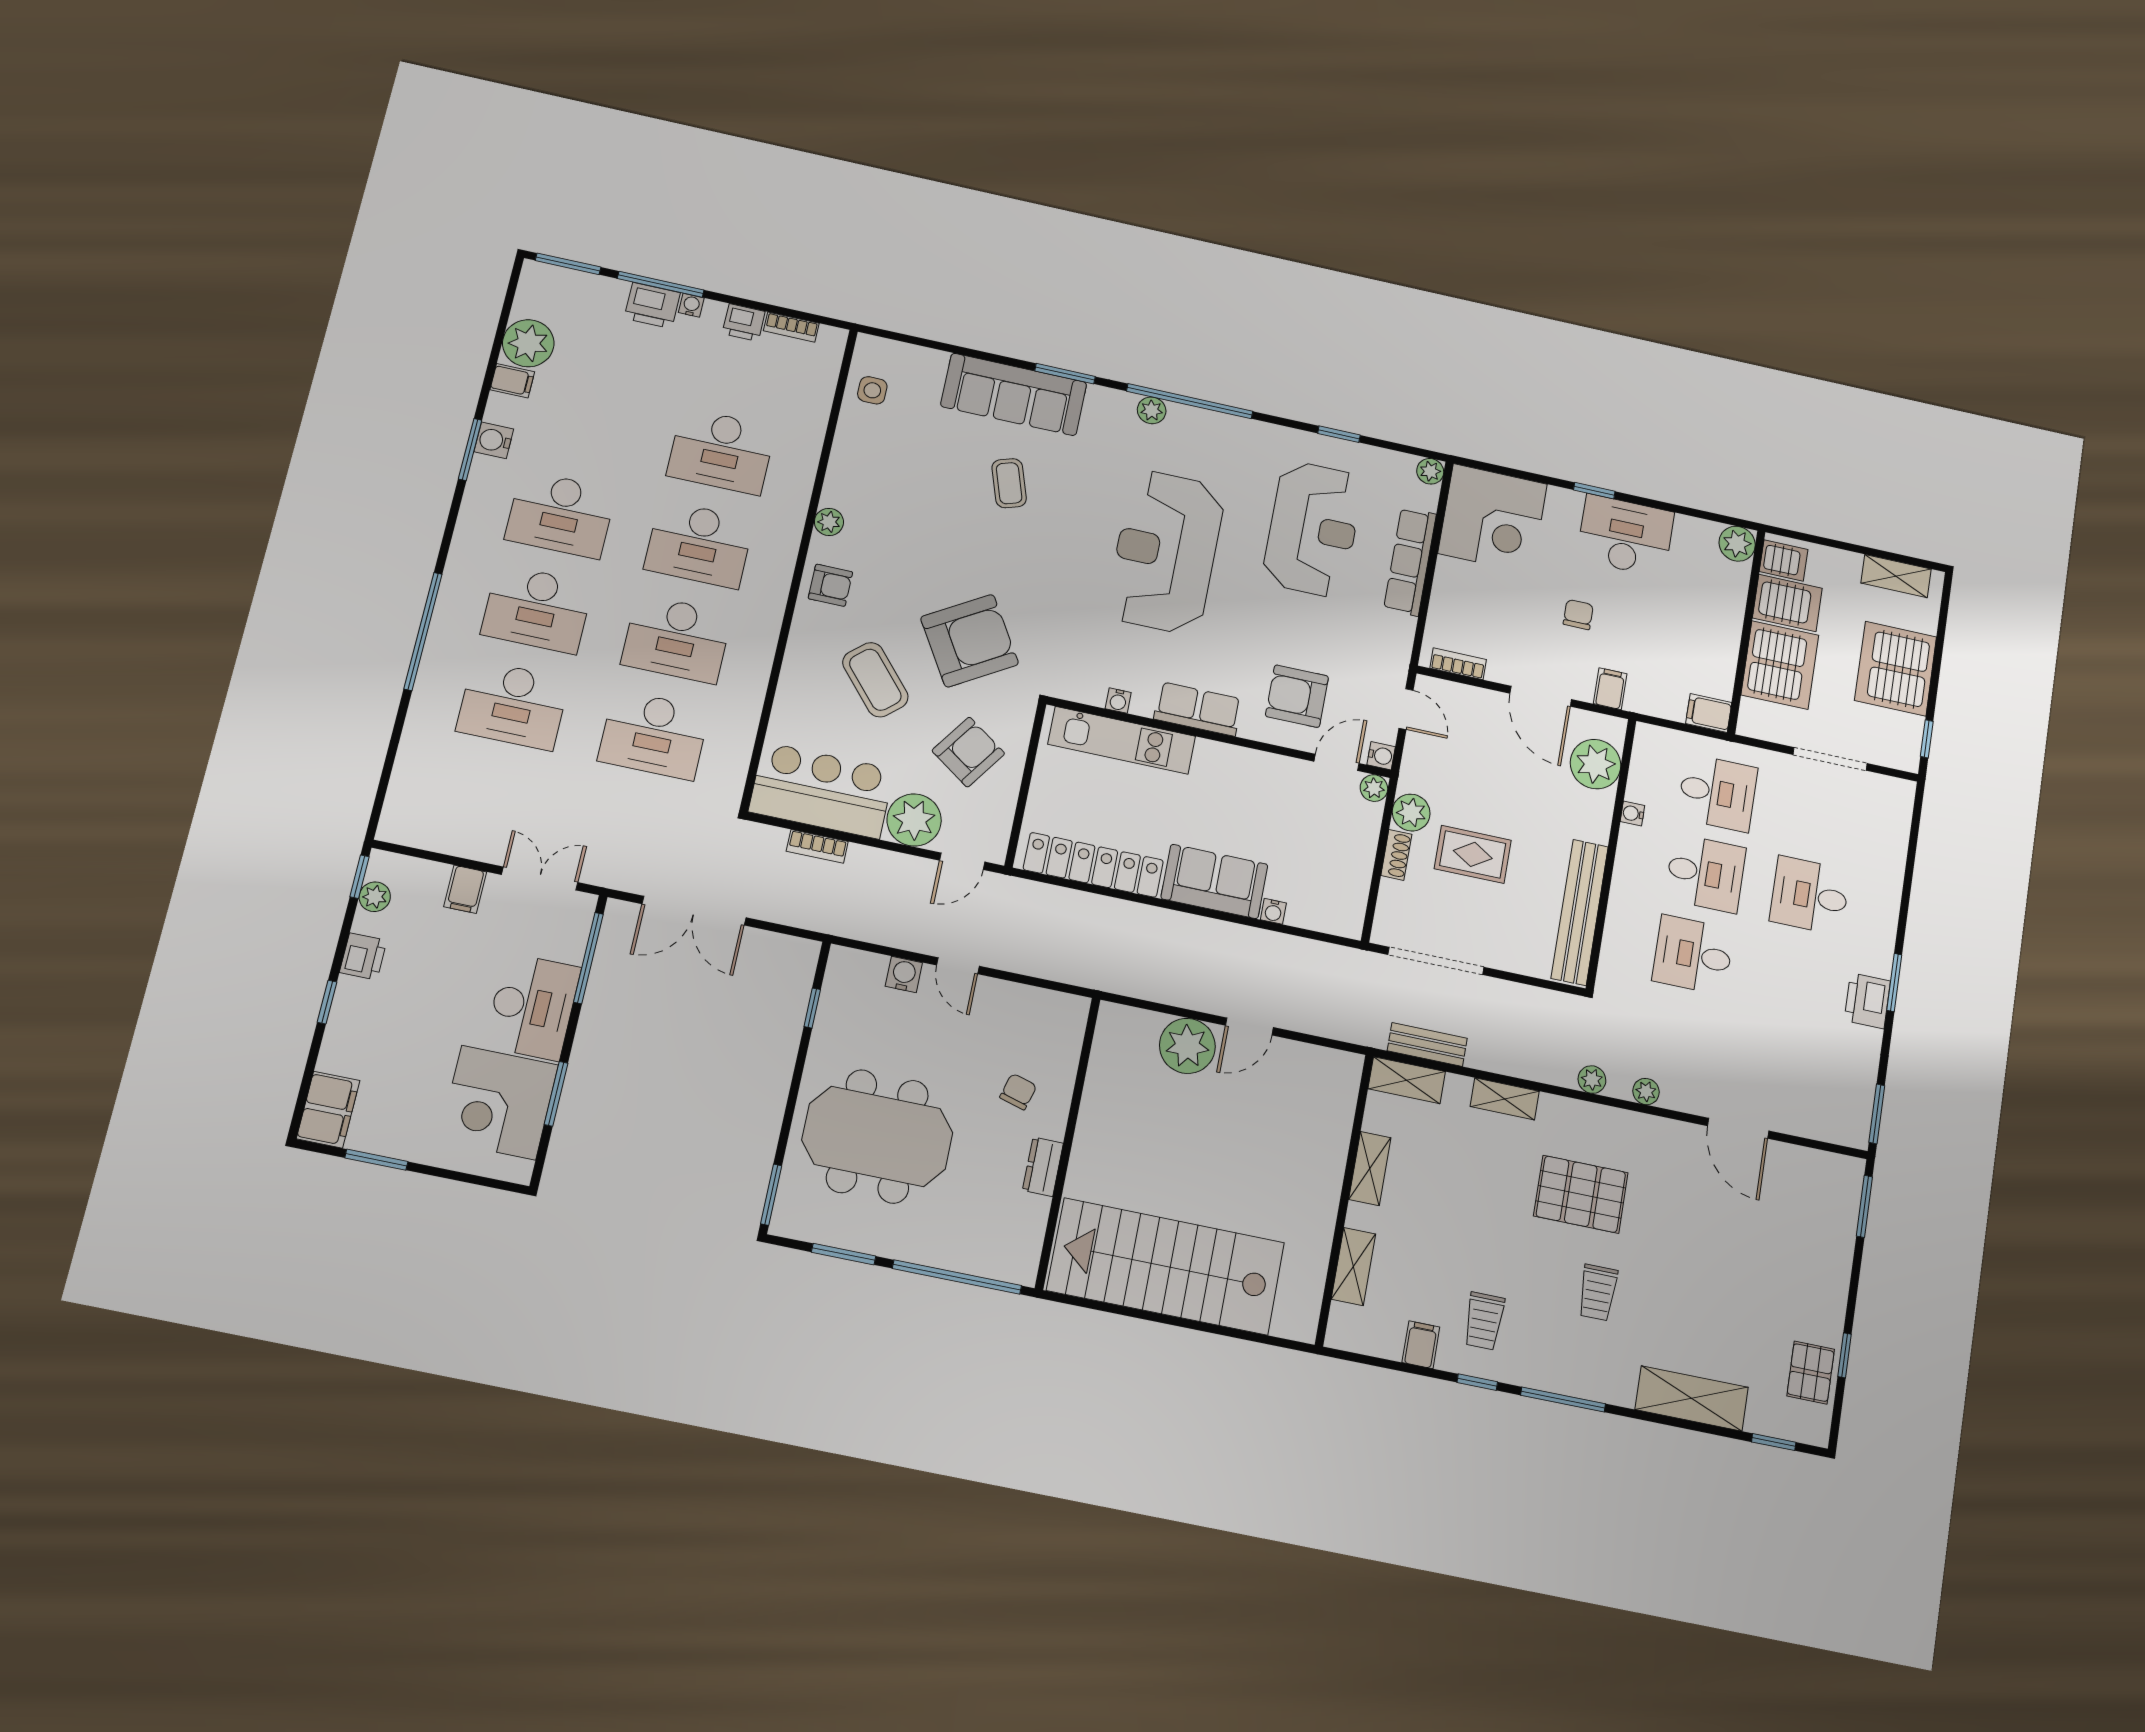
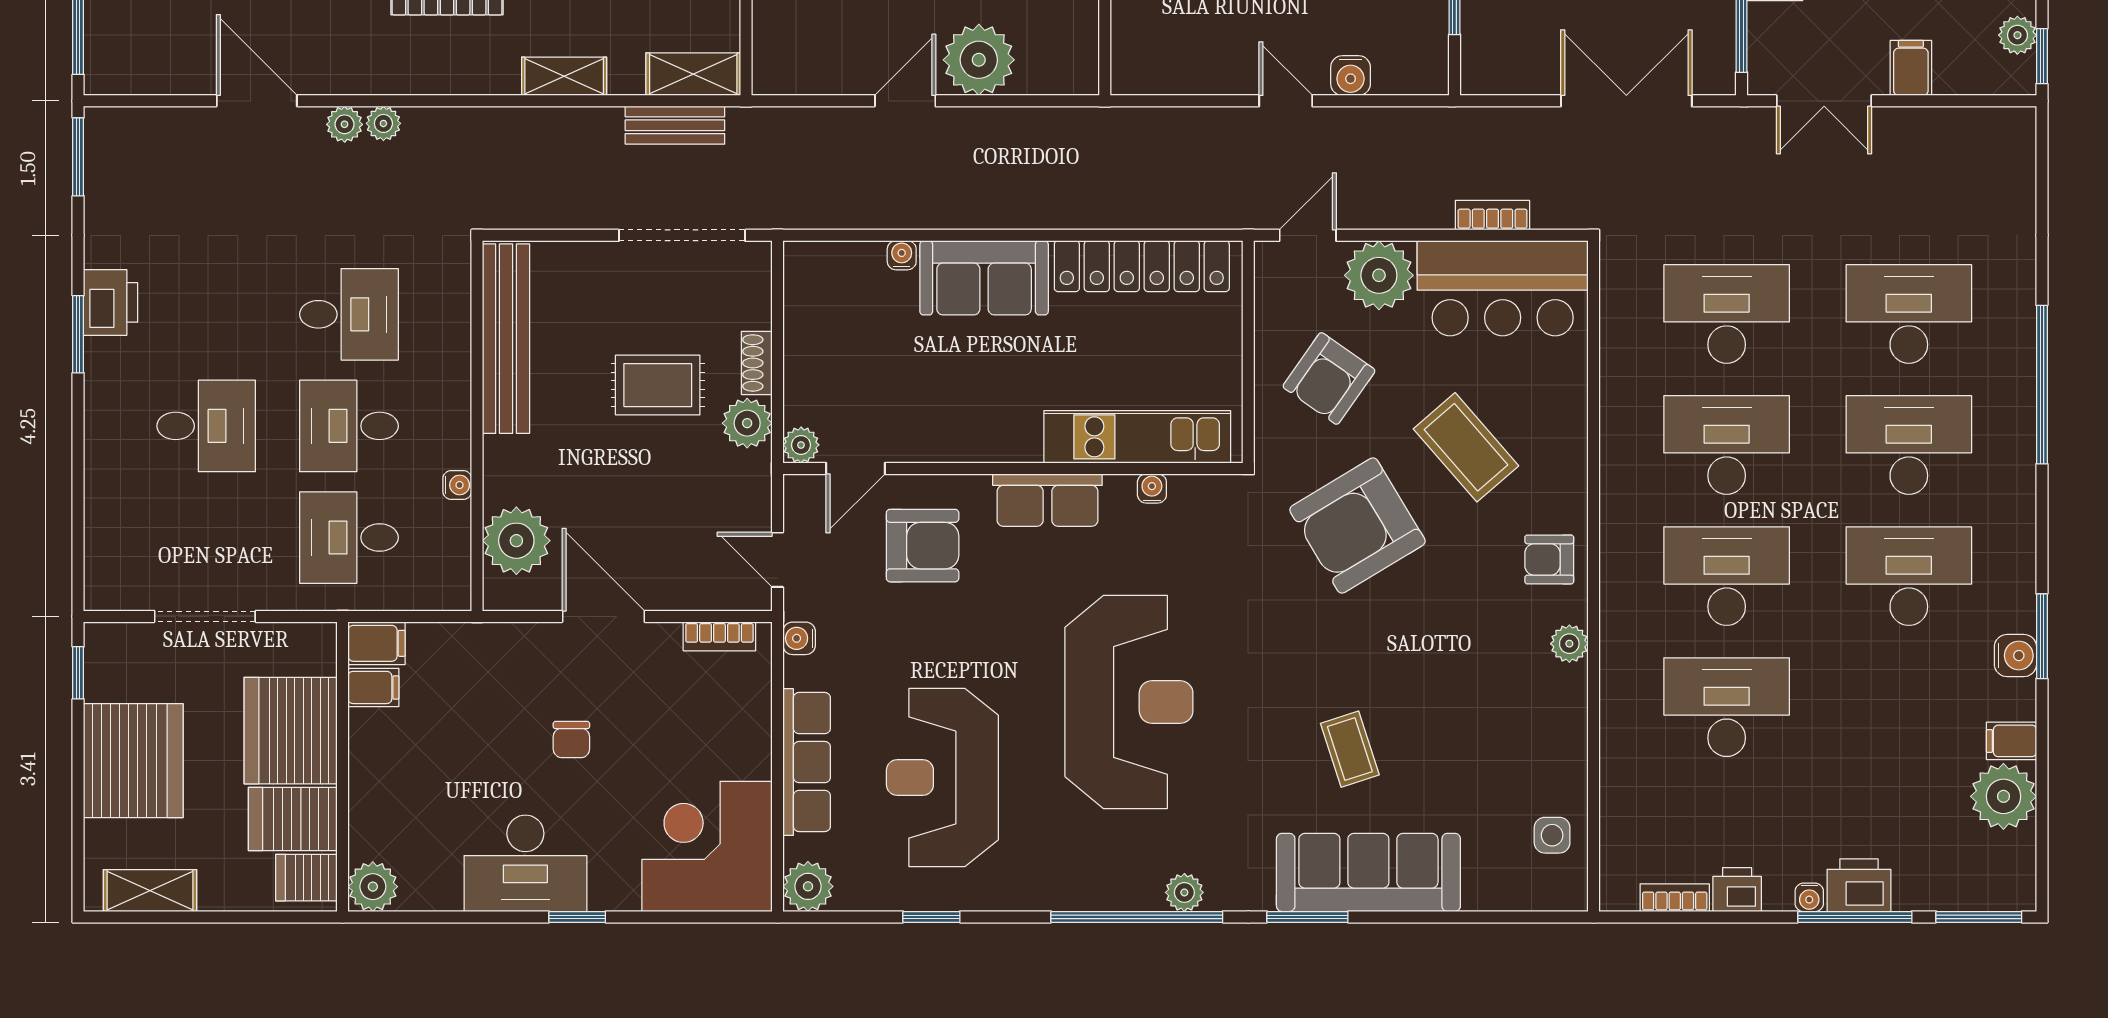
plant: (1430, 471) -> (808, 886), width x1.38, depth x1.38
filing cabinet: (1610, 689) -> (373, 687), moved, turned -90
water cooler: (1381, 756) -> (799, 638), moved
plant: (1592, 1080) -> (345, 124), moved

